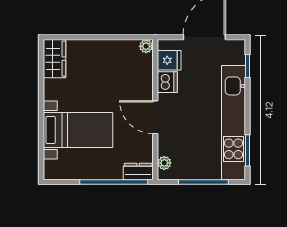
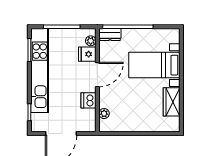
plant: (146, 46) -> (104, 114), moved
wardrobe: (55, 59) -> (172, 102), moved
fridge: (169, 60) -> (87, 54), moved
door: (155, 117) -> (97, 75), hinge flipped

